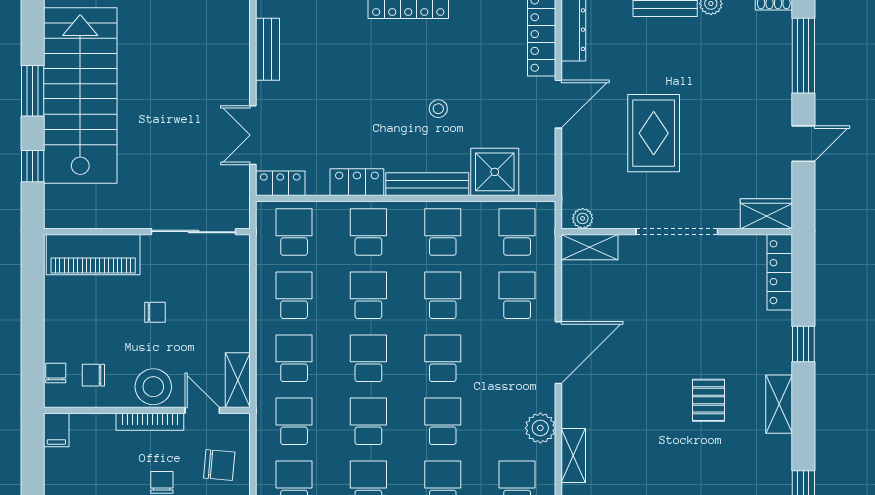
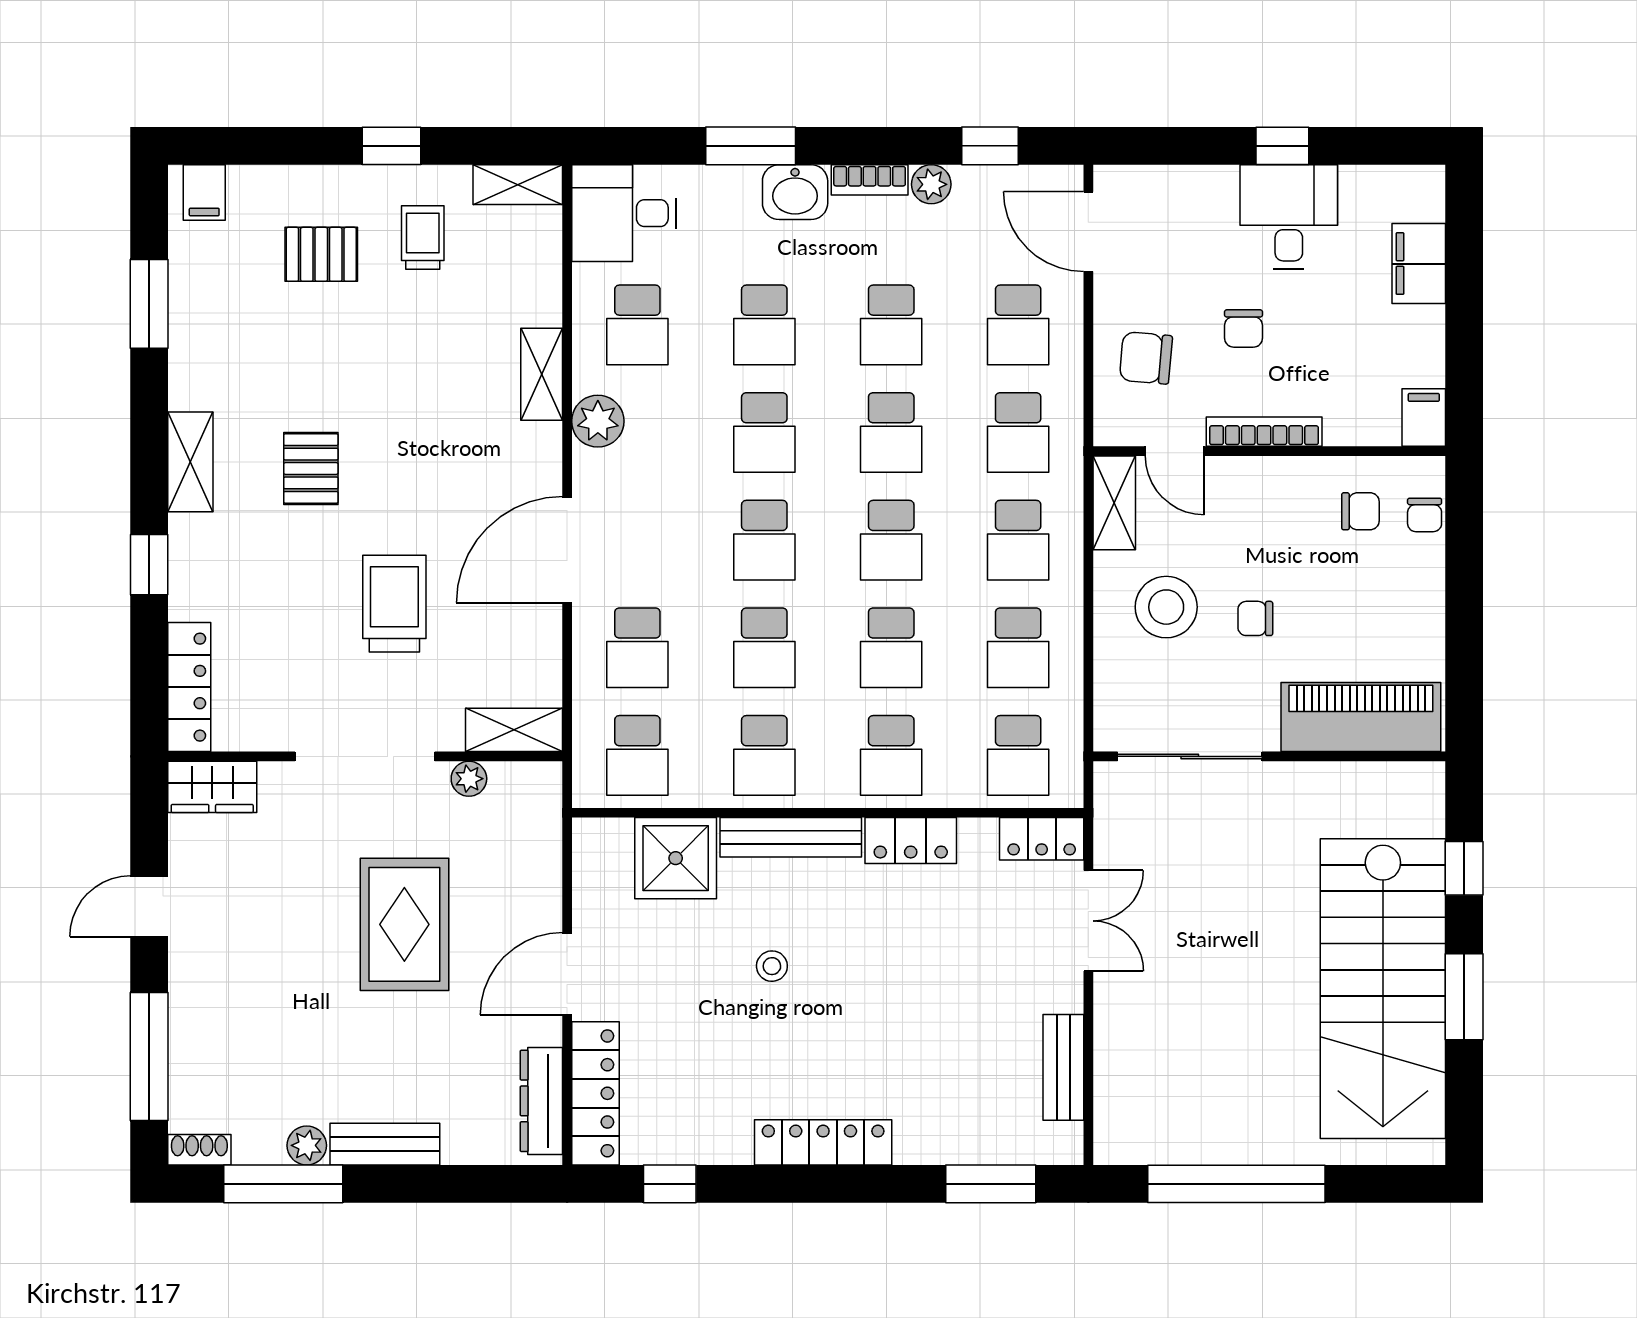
plant: (583, 218) -> (469, 779), moved
trolley: (660, 321) -> (394, 604), added
stool: (153, 387) -> (1166, 607), moved

